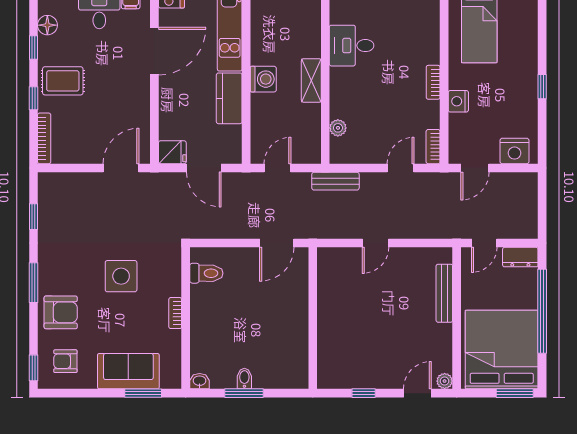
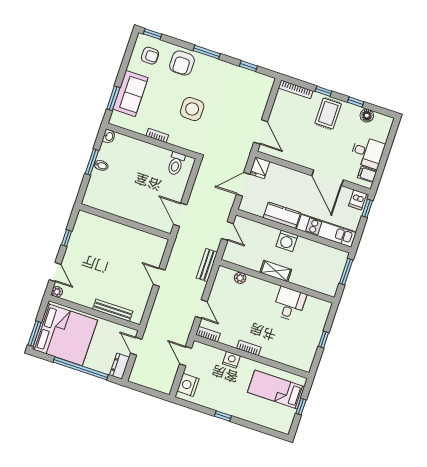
armchair: (65, 361) -> (150, 56), turned 90

